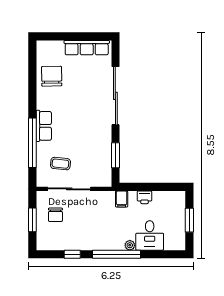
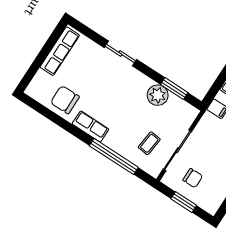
sliding door: (115, 96) -> (120, 53), width x0.54
row of seats: (44, 126) -> (90, 127), moved
plant: (102, 146) -> (158, 95), added

